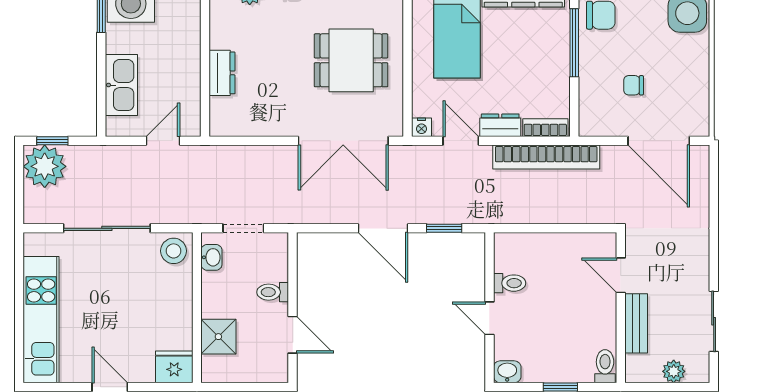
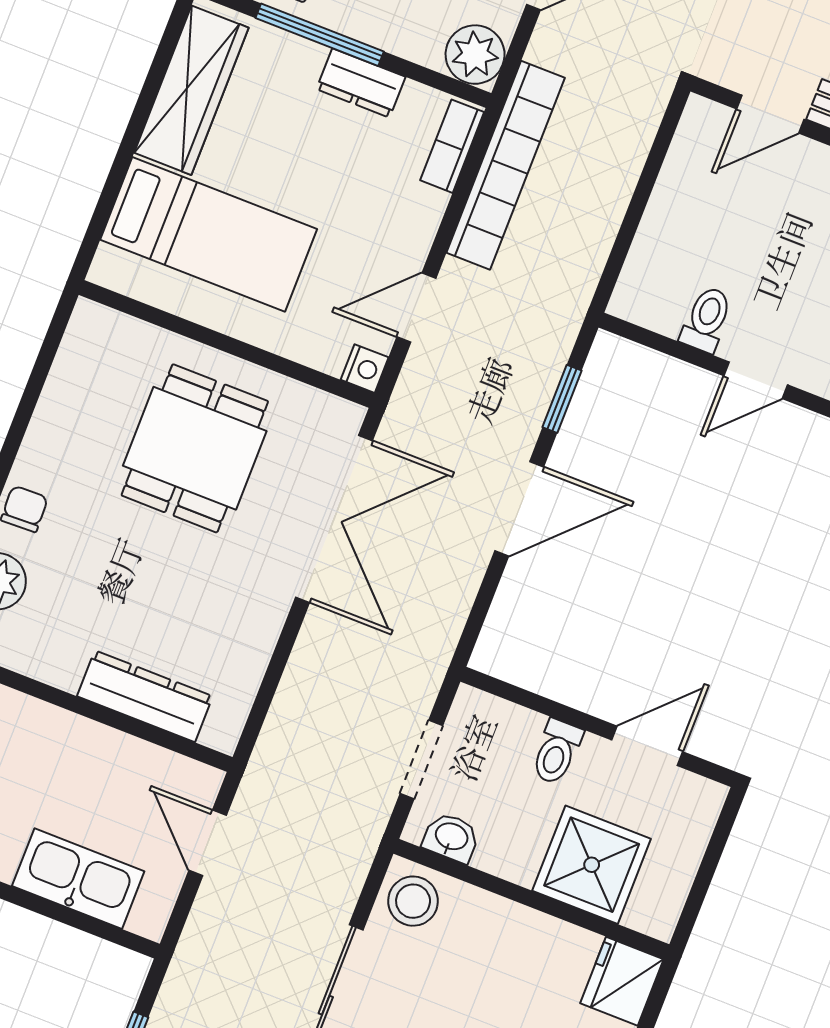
dresser: (222, 73) -> (145, 696), width x1.44
plant: (594, 122) -> (475, 55), added
dresser: (500, 125) -> (361, 83), moved, turned -90
shower: (218, 337) -> (592, 865), width x1.36, depth x1.36

